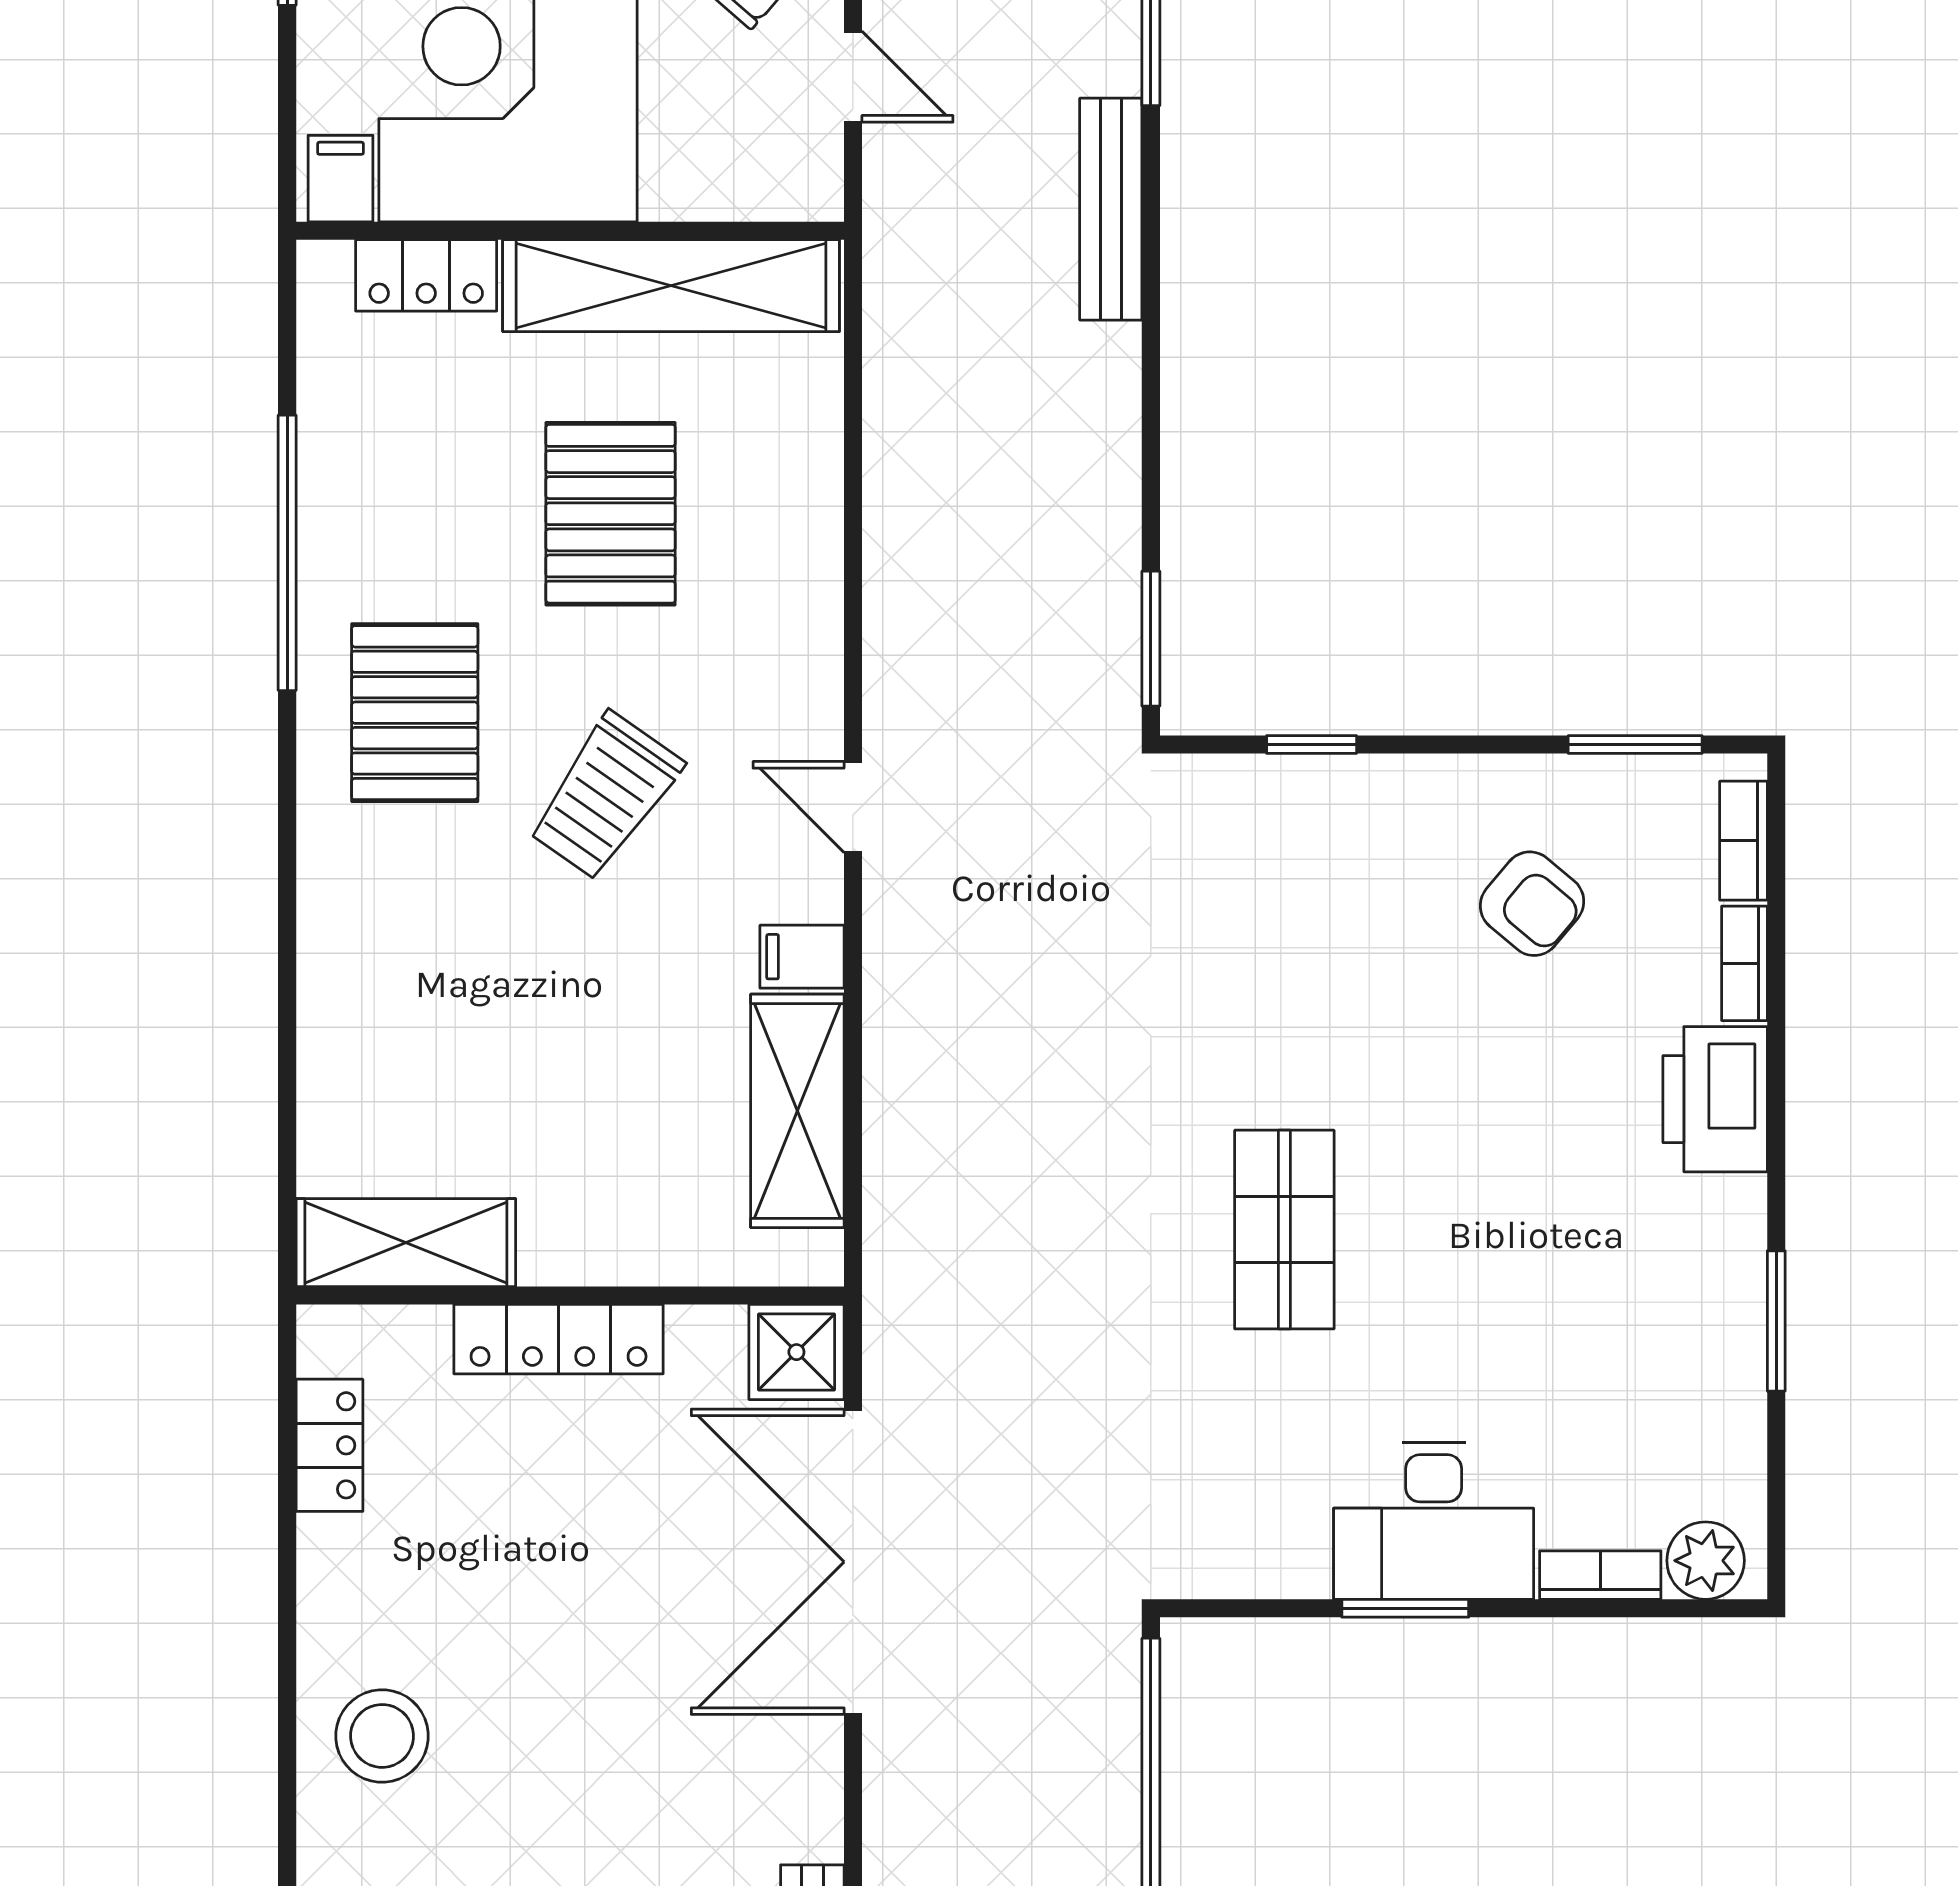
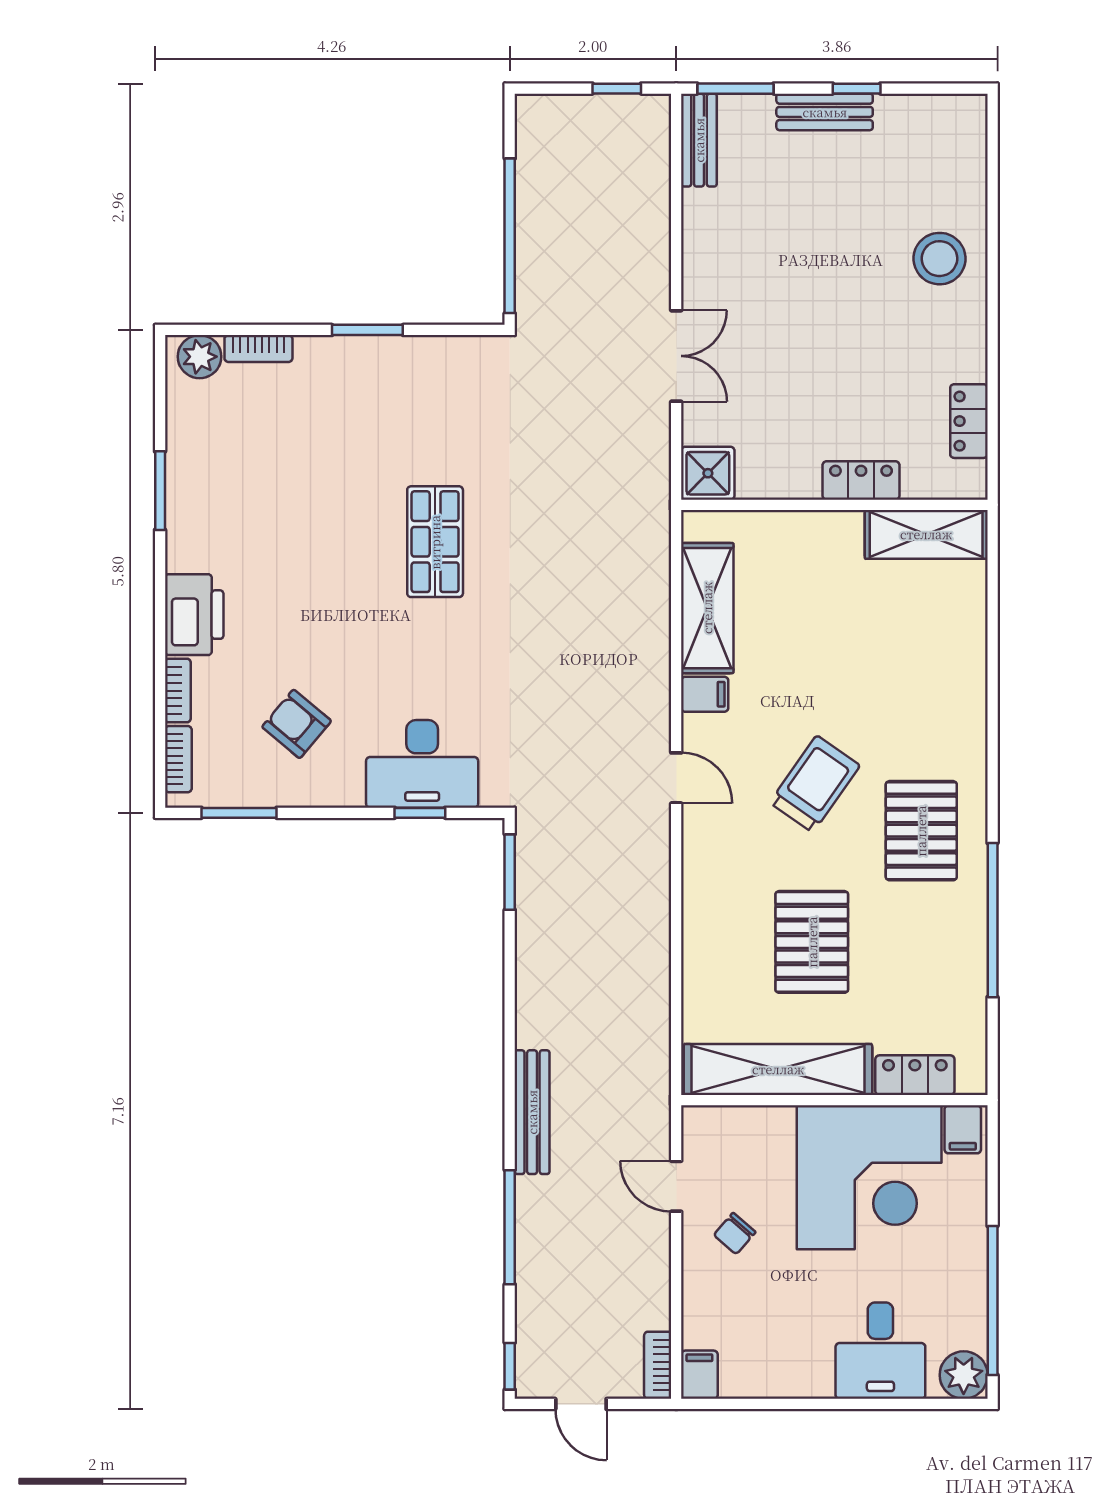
locker: (559, 1339) -> (861, 480), width x0.66
desk: (1434, 1521) -> (422, 764), moved, turned 180
double door: (853, 1562) -> (676, 356), width x0.54

